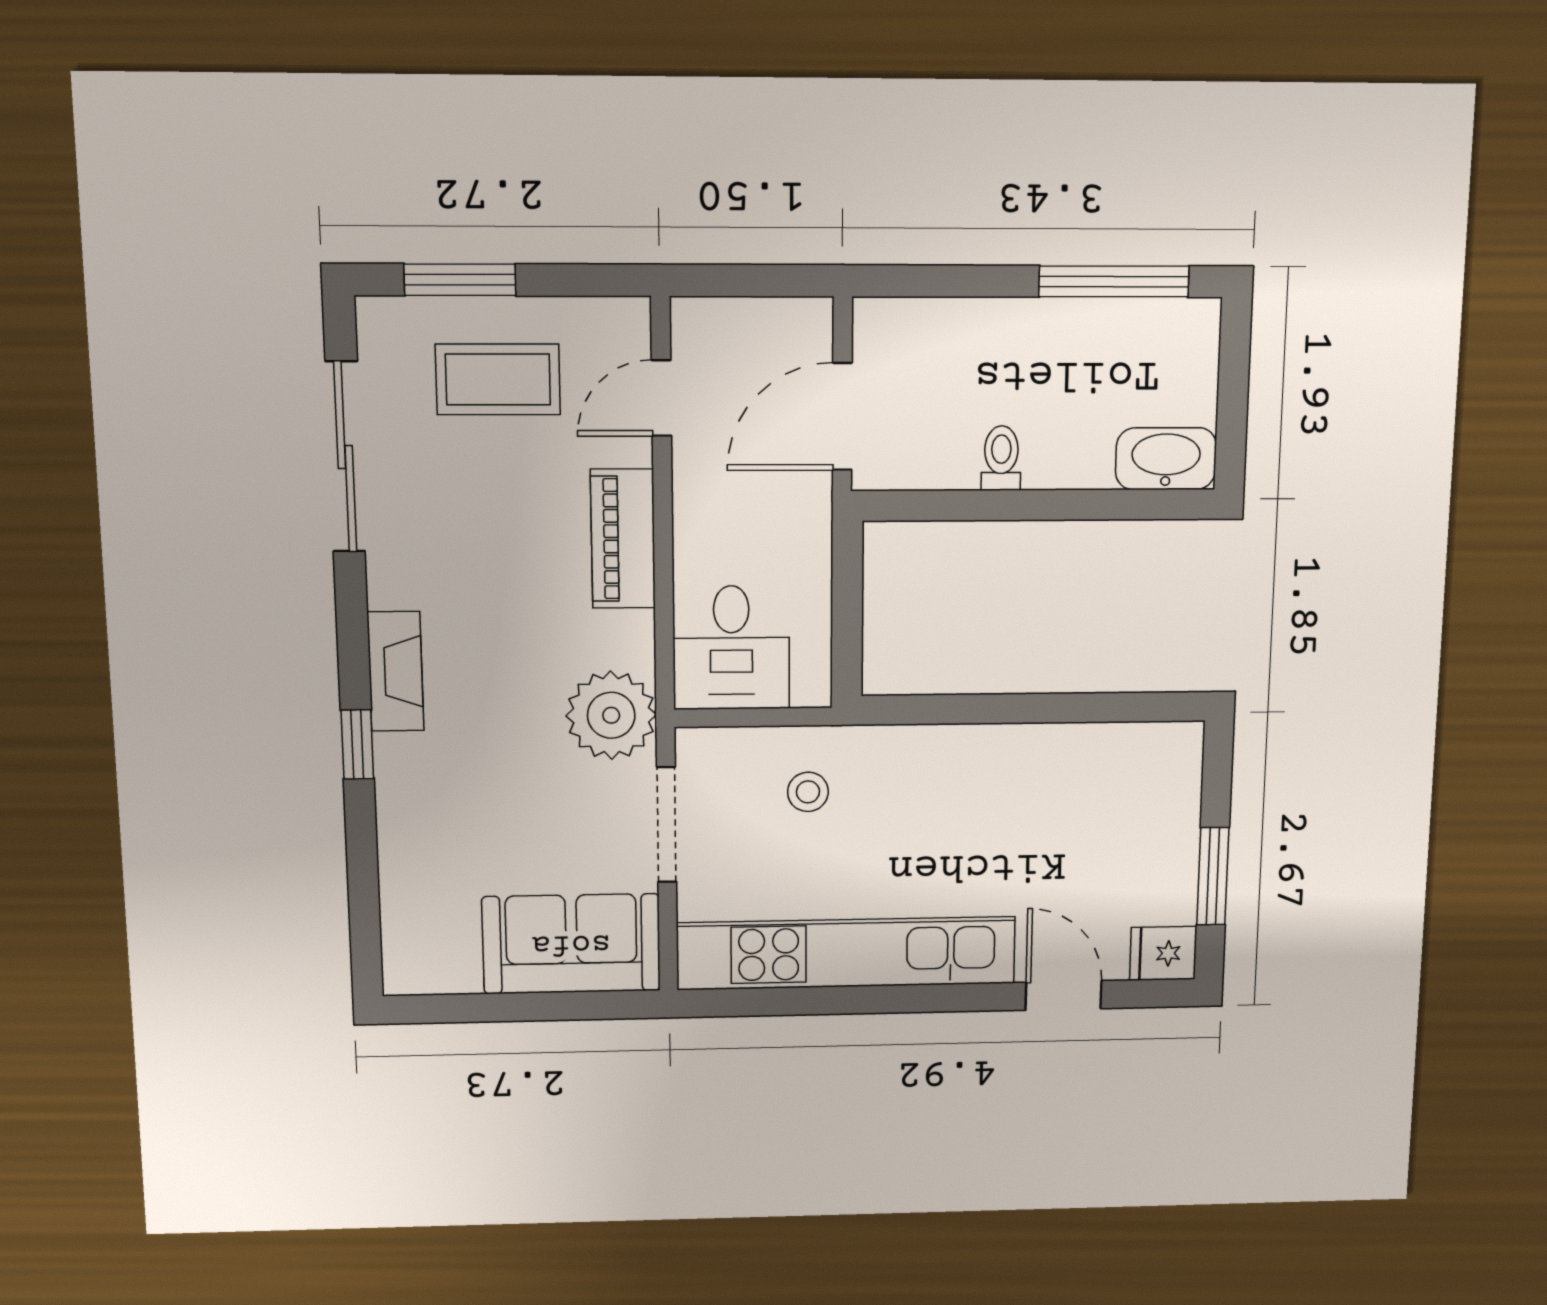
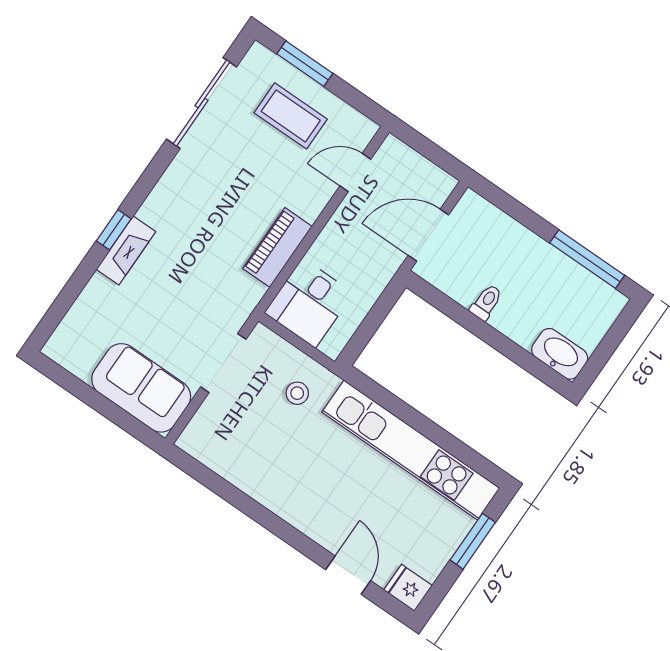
piano: (623, 539) -> (277, 247), moved
fireplace: (396, 671) -> (126, 250), moved
plant: (611, 715) -> (234, 296), removed
window: (1213, 876) -> (473, 541), moved
kitchen unit: (846, 953) -> (411, 450), moved, turned 180

